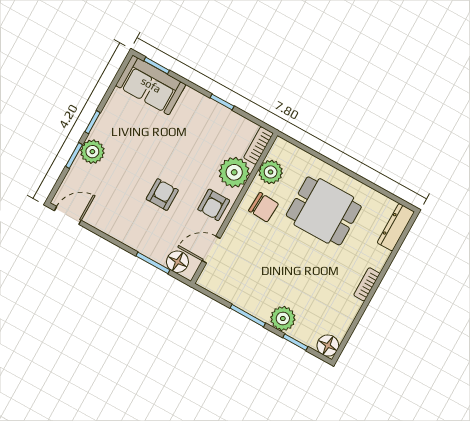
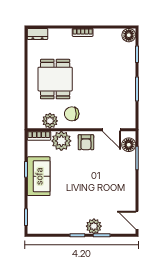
sofa: (151, 85) -> (39, 176), moved
armchair: (162, 195) -> (96, 174), removed
armchair: (214, 205) -> (86, 142), turned 90
chair: (264, 207) -> (72, 114), turned -93
dresser: (396, 227) -> (37, 34), width x0.70
plant: (283, 318) -> (128, 69), removed

